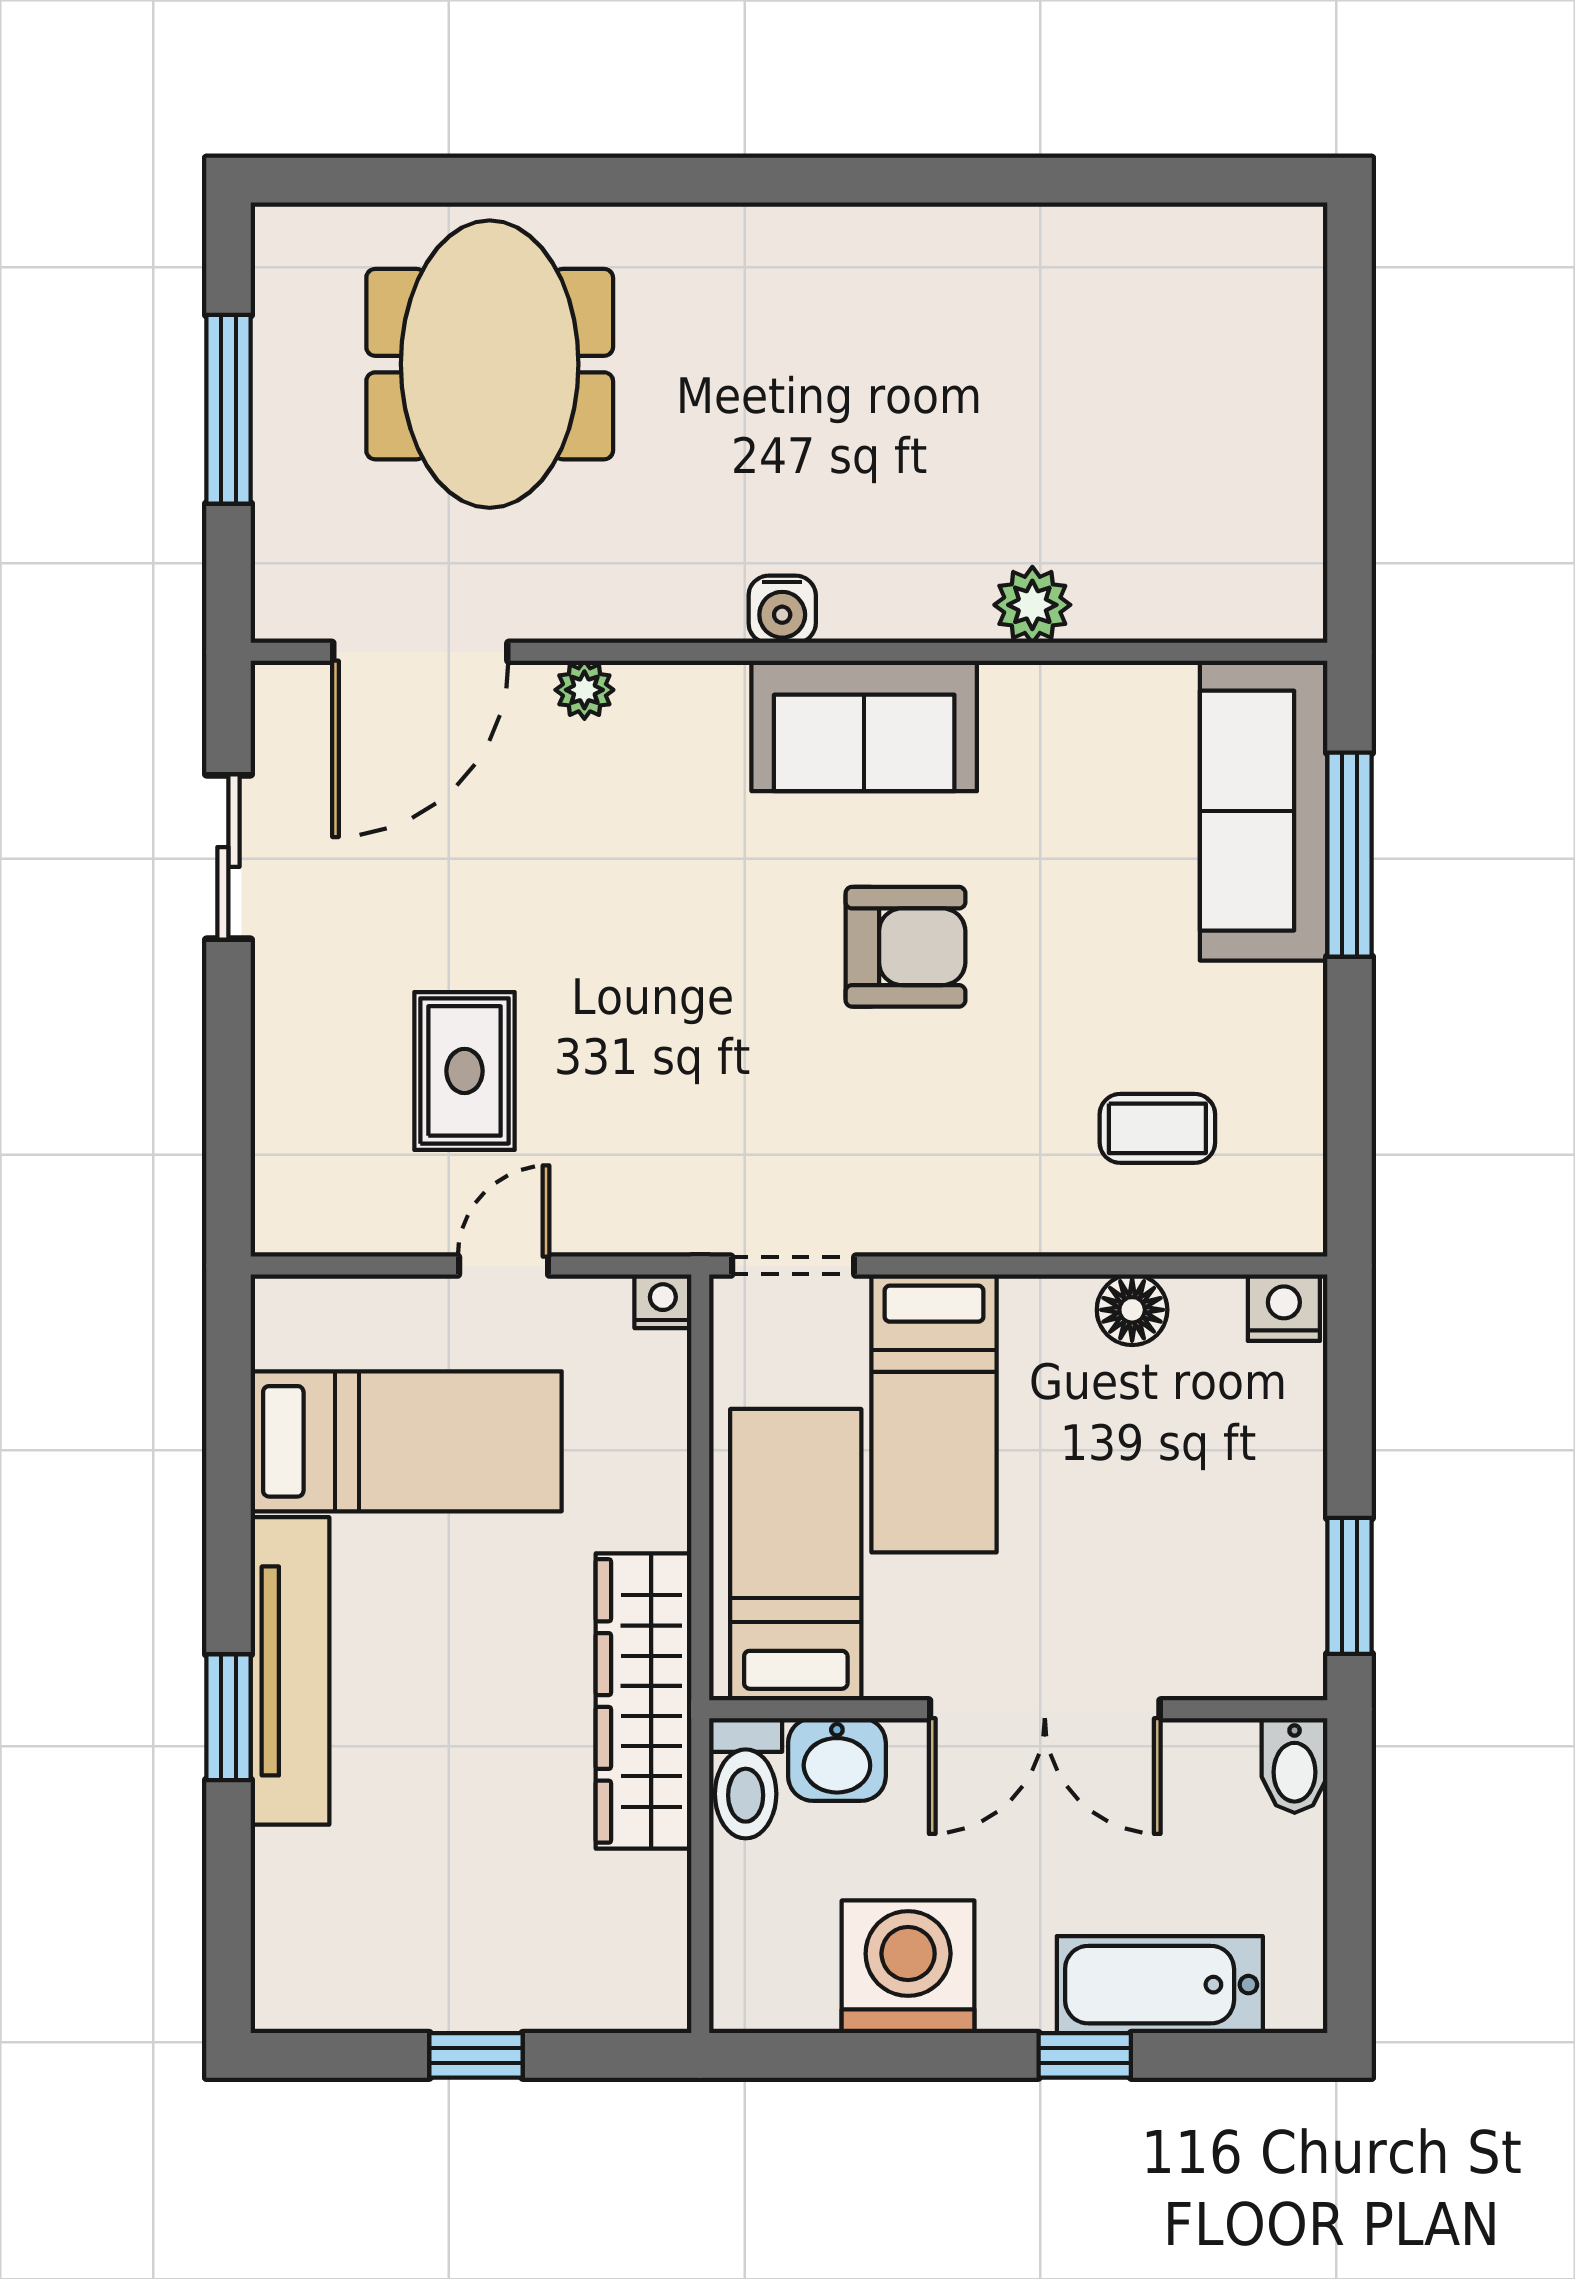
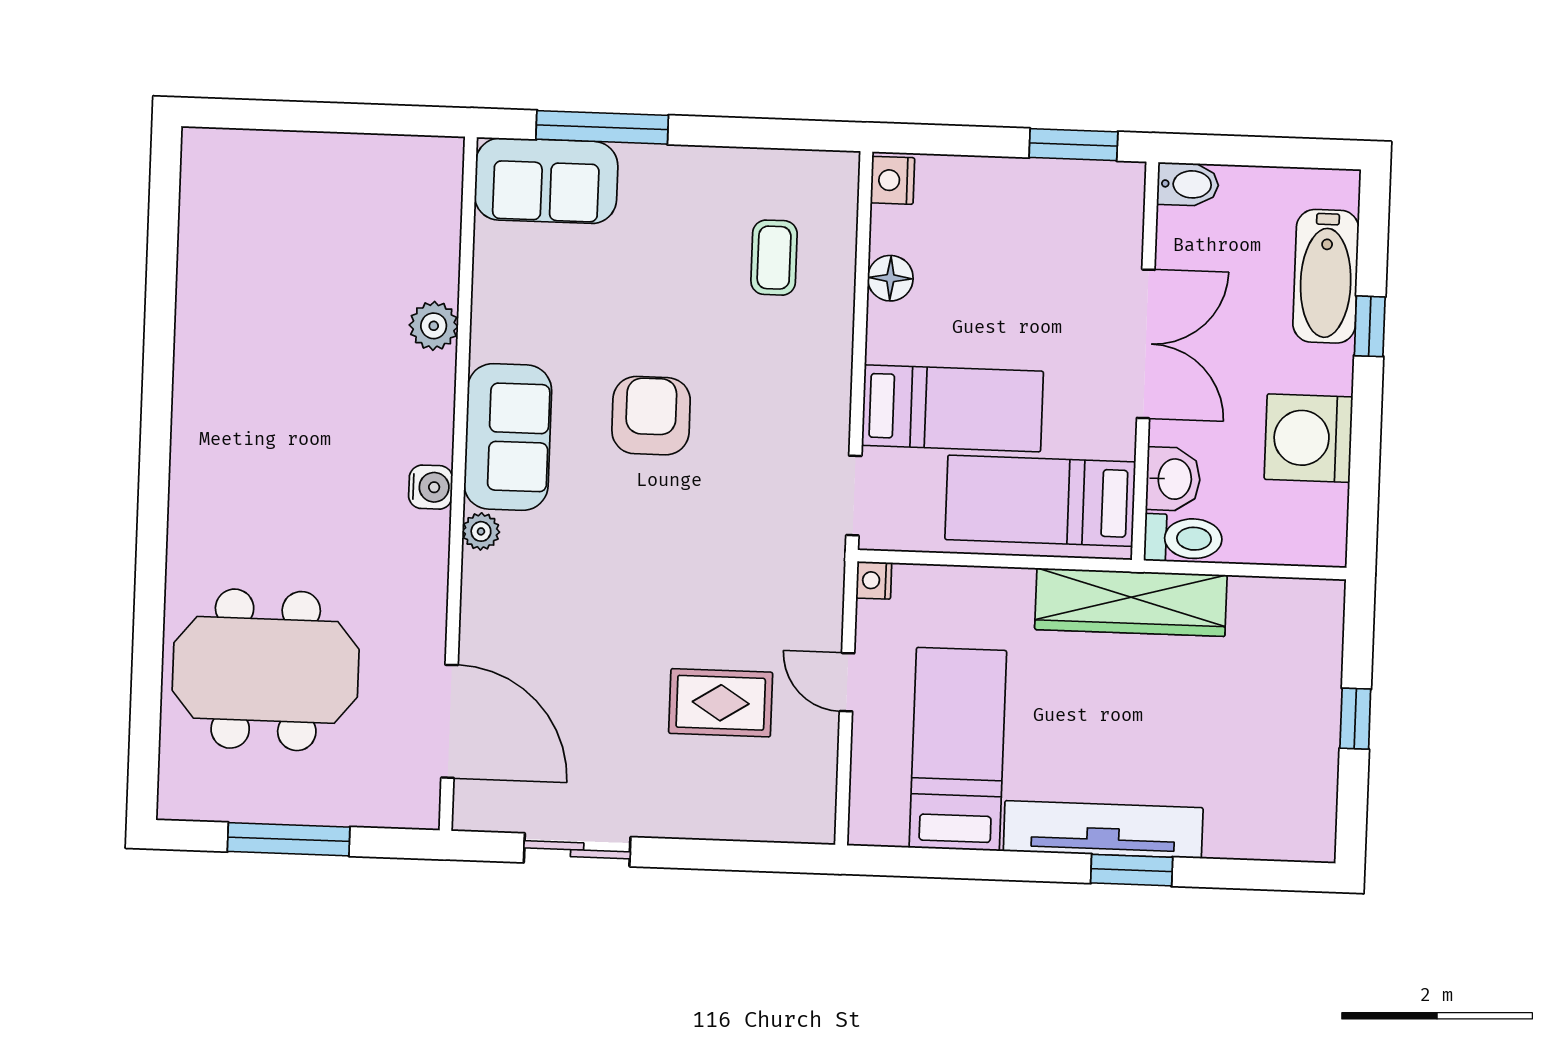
plant: (584, 690) -> (481, 531), moved
sofa: (1264, 811) -> (546, 181), width x0.73

